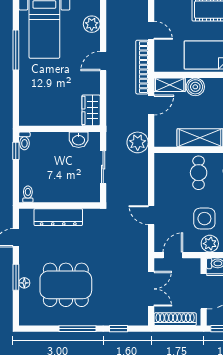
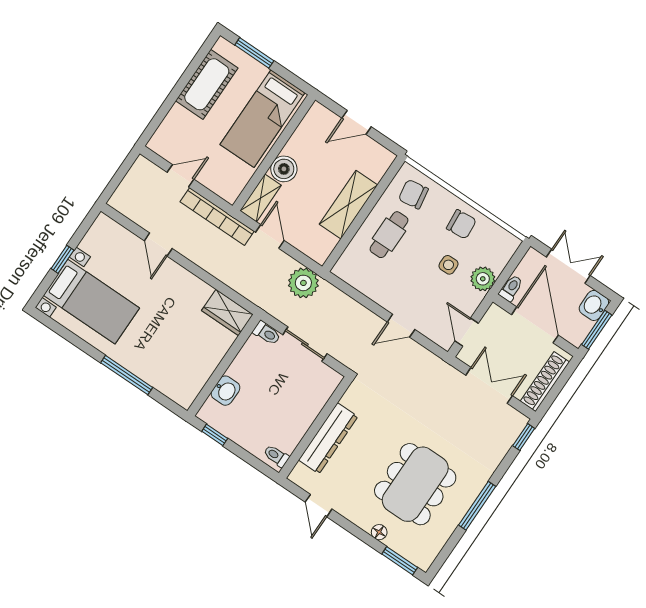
plant: (92, 24) -> (125, 242), removed
window: (16, 50) -> (127, 375), moved
door: (103, 61) -> (158, 245), moved
washbasin: (79, 140) -> (225, 391), moved
toilet: (24, 141) -> (267, 333), moved
cafe table: (199, 173) -> (389, 235), turned 90
side table: (204, 219) -> (448, 265), width x0.54, depth x0.54
window: (16, 277) -> (400, 561), moved
window: (119, 329) -> (524, 437), moved

